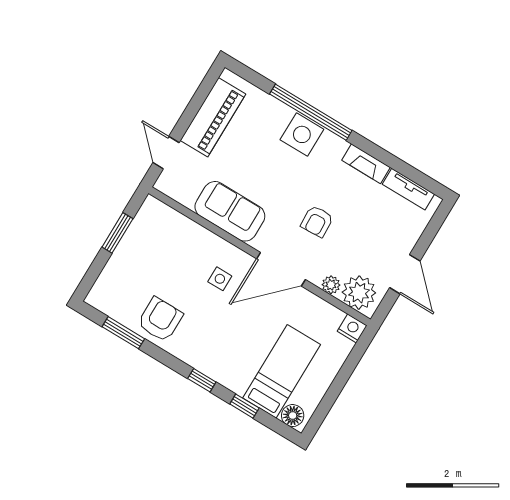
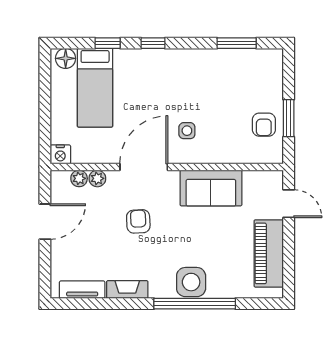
door: (405, 274) -> (45, 222), swing flipped
plant: (359, 293) -> (79, 178), width x0.53, depth x0.53
armchair: (160, 320) -> (264, 125), moved, width x0.72, depth x0.72

